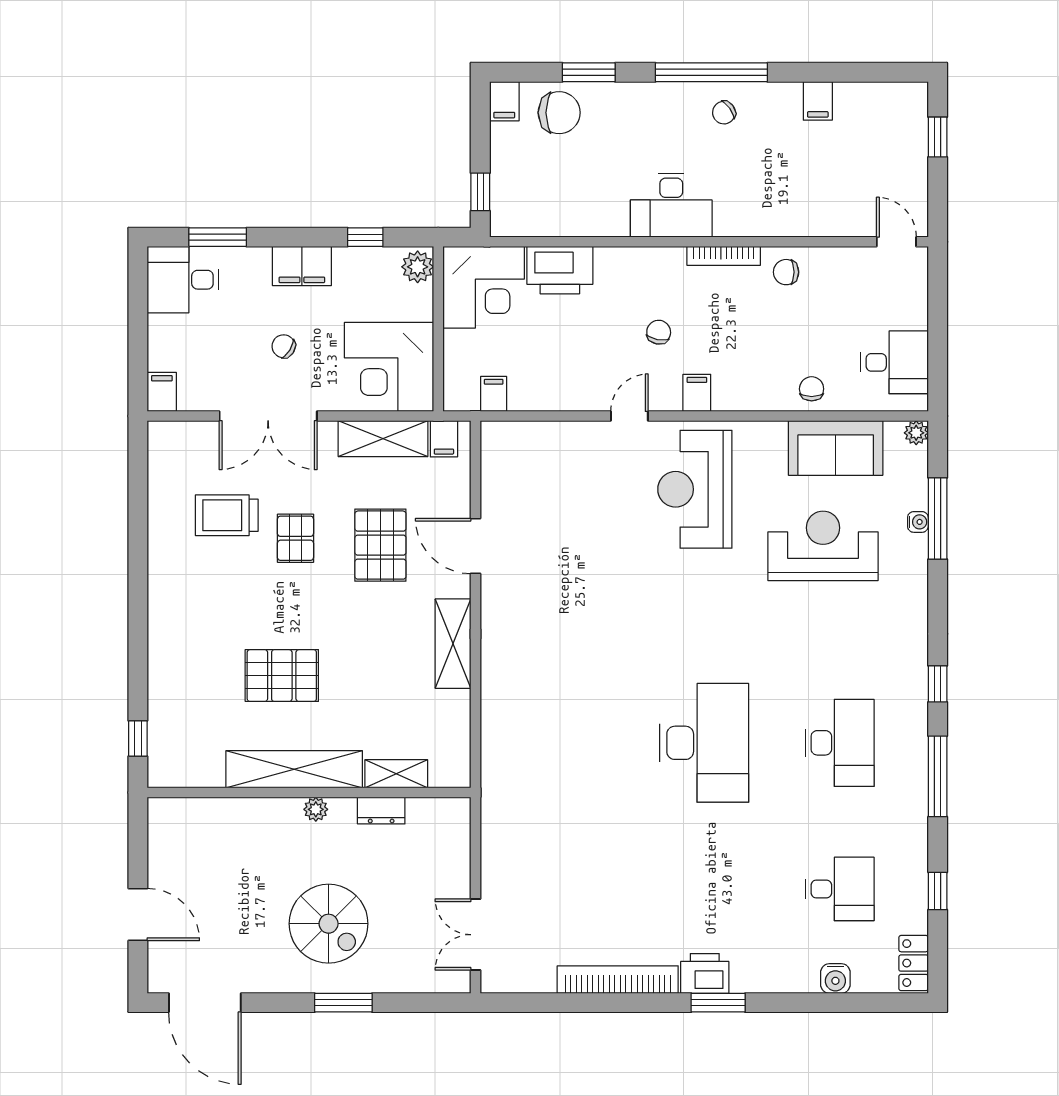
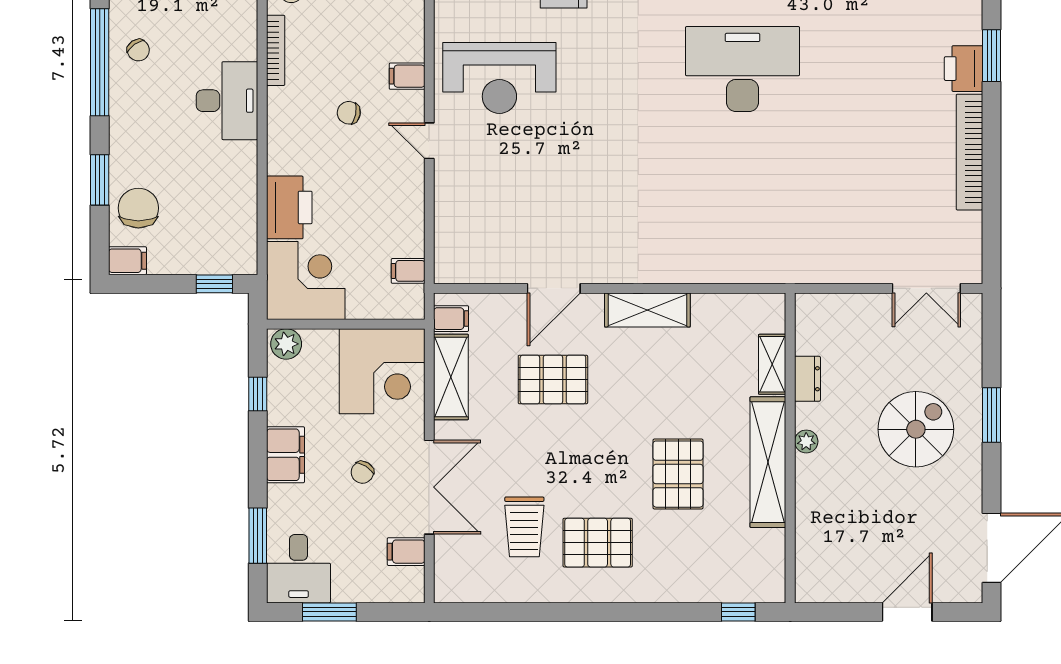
window: (138, 312) -> (329, 612), added
filing cabinet: (162, 392) -> (406, 552), moved
pallet: (295, 538) -> (598, 543), moved, width x1.50, depth x1.42

